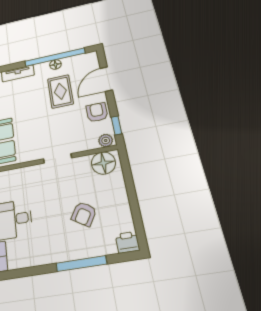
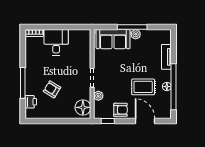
plant: (106, 140) -> (98, 96), moved
printer: (127, 242) -> (31, 102), moved

